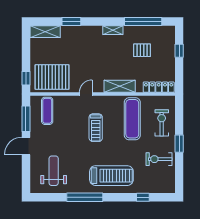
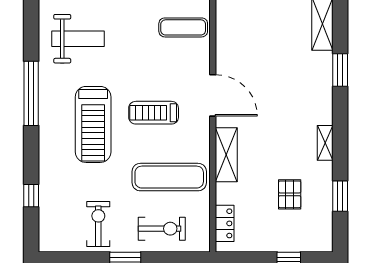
window: (143, 22) -> (340, 196), width x0.47
pallet: (52, 77) -> (243, 36), removed
locker: (159, 87) -> (225, 223), width x0.66
door: (86, 94) -> (213, 95), width x1.88
treadmill: (111, 176) -> (93, 124), moved

